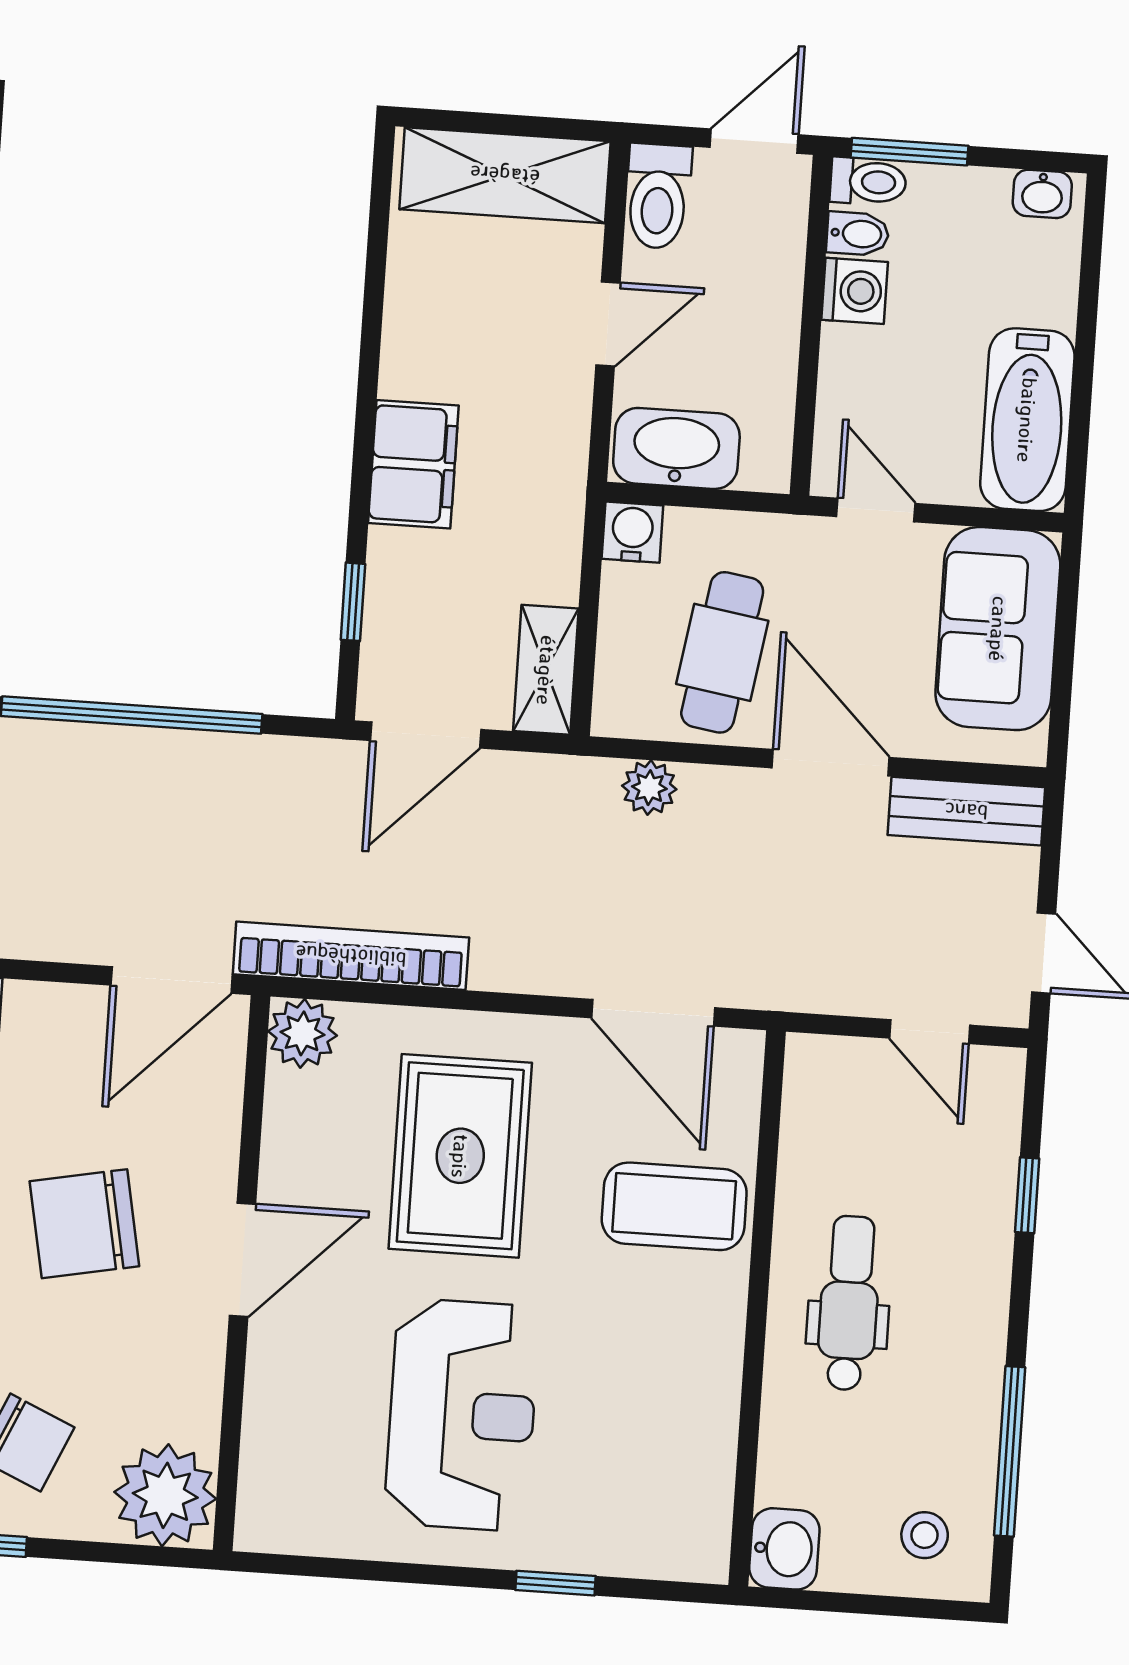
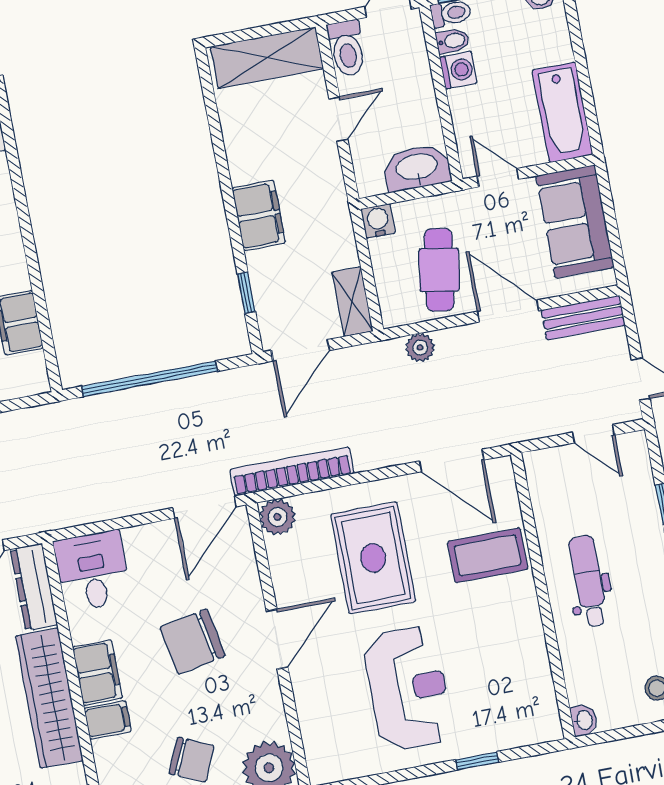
washbasin: (676, 448) -> (417, 168), moved
washbasin: (784, 1549) -> (584, 720), width x0.72, depth x0.69

